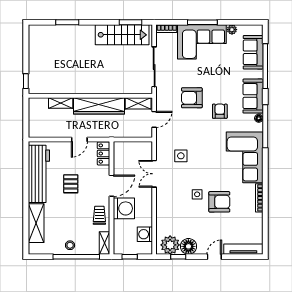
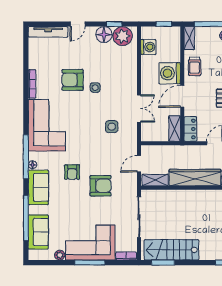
shelving: (119, 154) -> (175, 129), added

